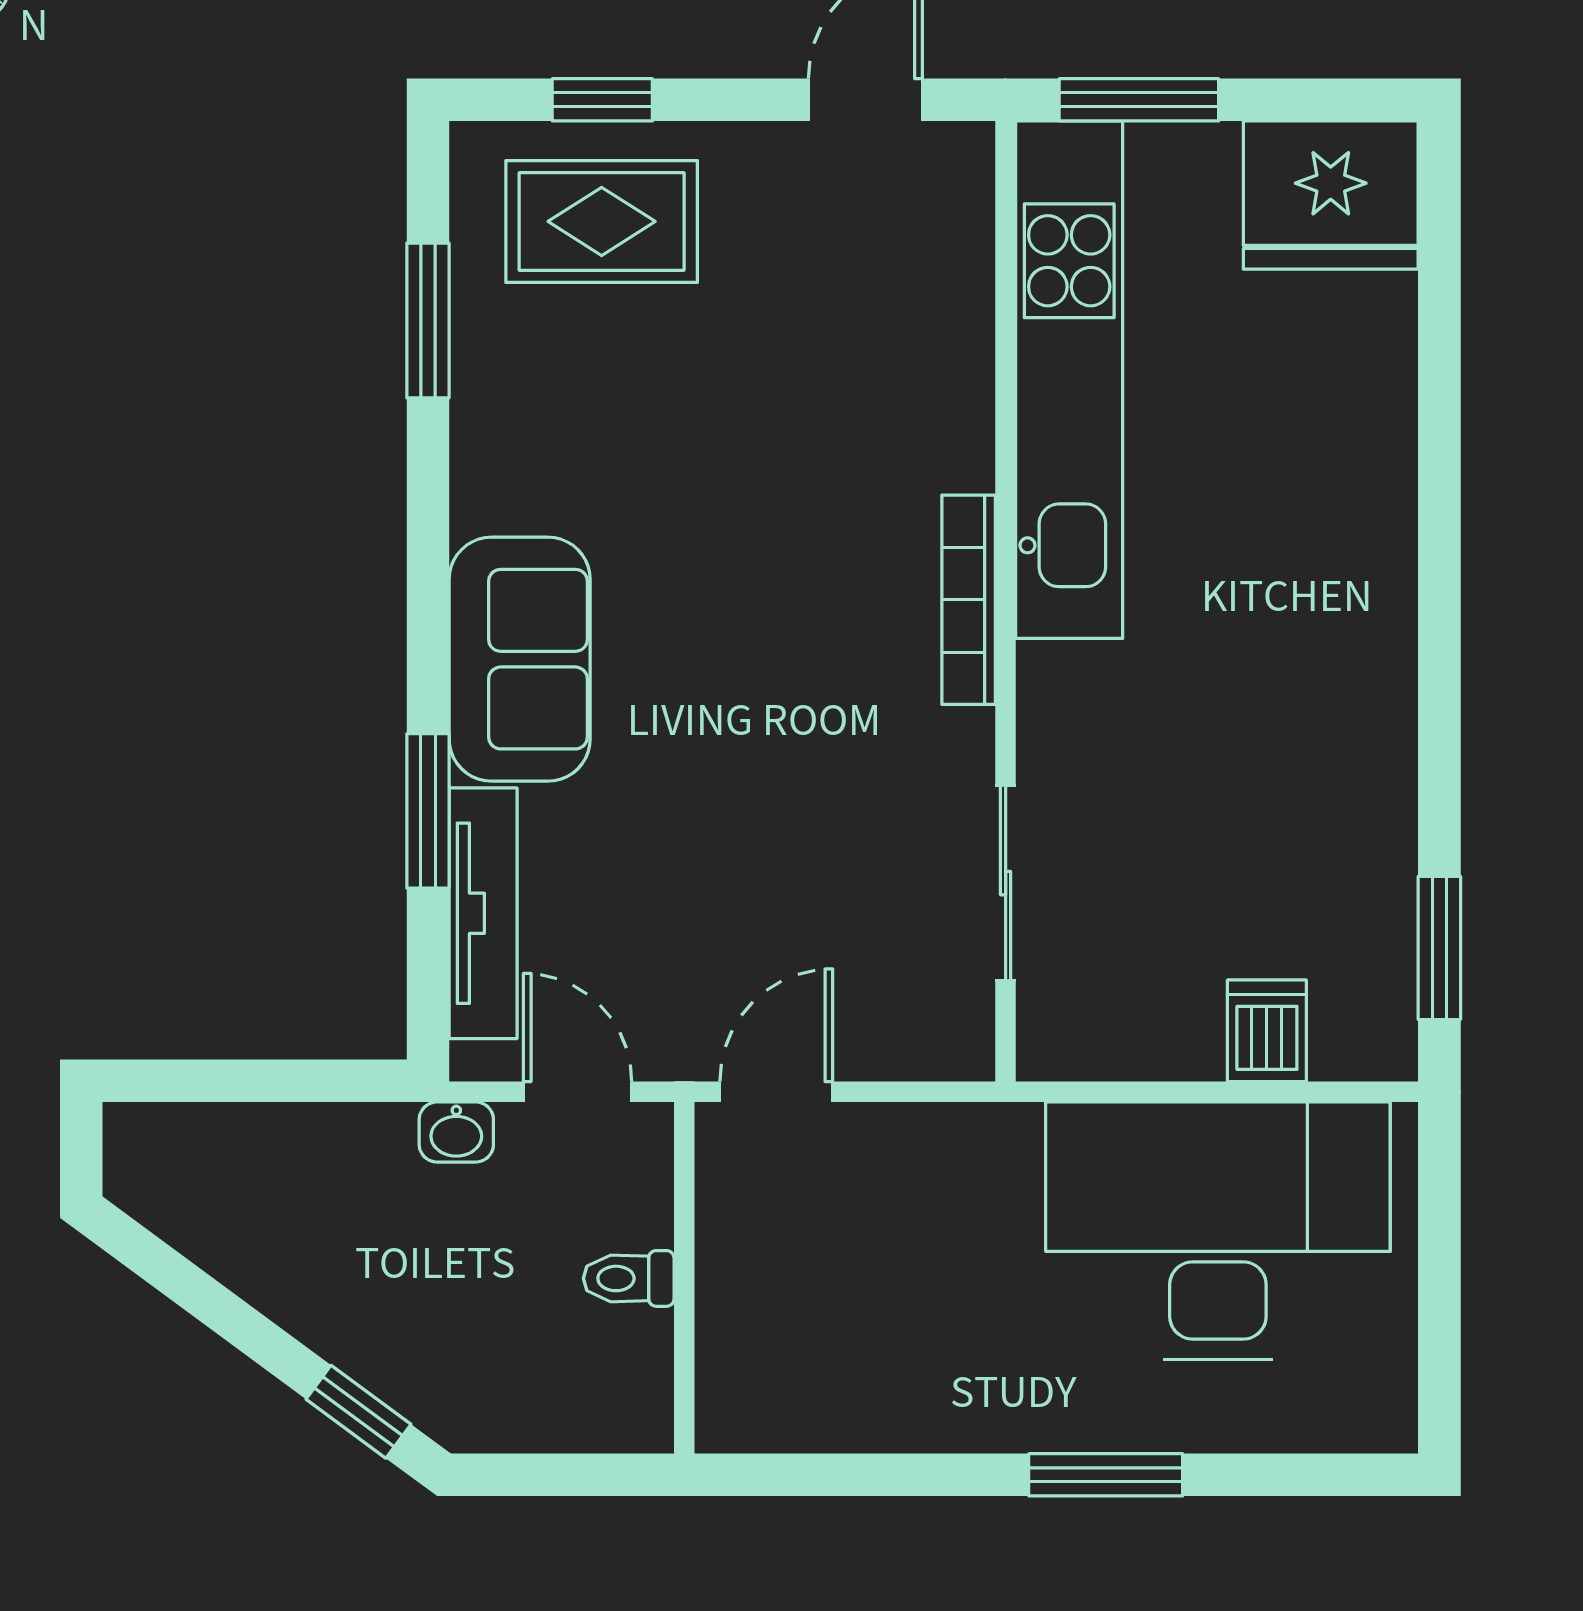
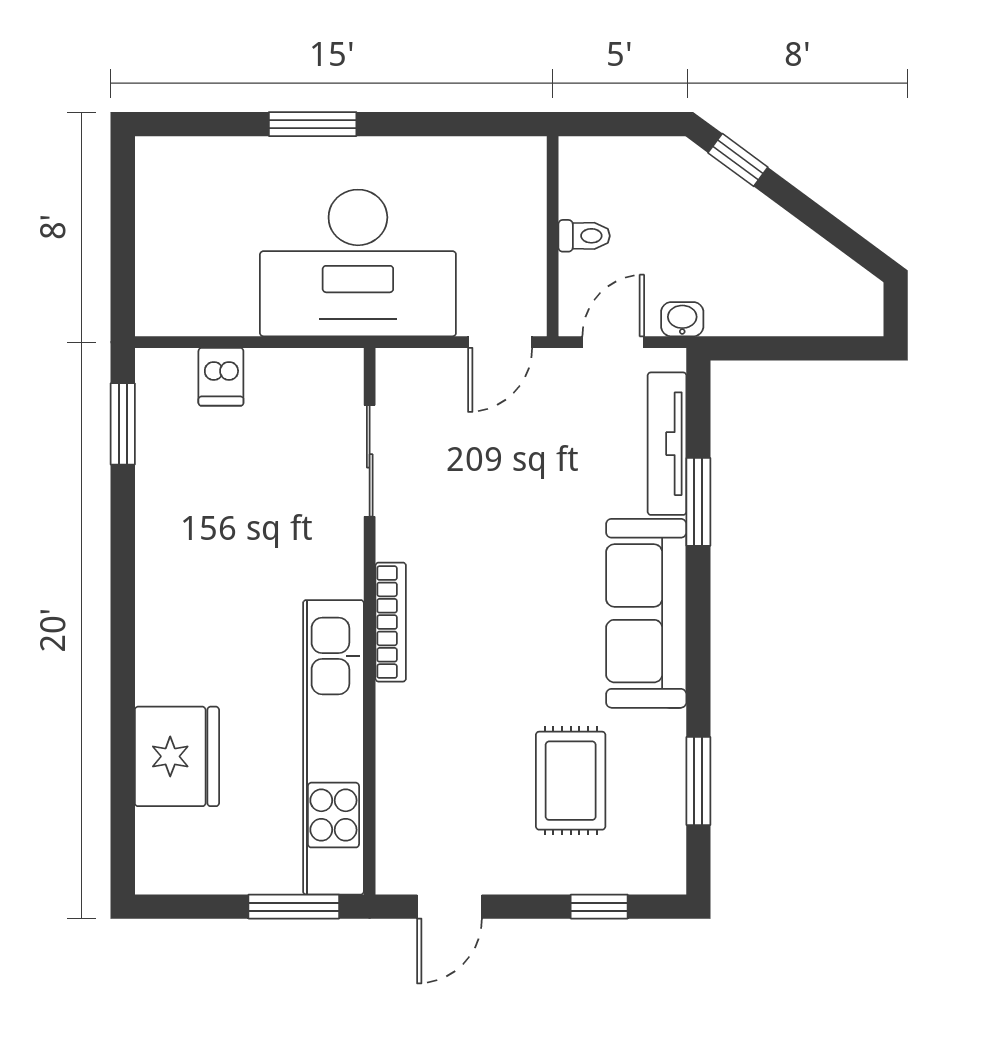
fridge: (1331, 195) -> (177, 756), moved, turned 90
rug: (602, 221) -> (571, 781), moved, turned 90
sofa: (520, 659) -> (646, 613), width x1.36
door: (578, 1092) -> (613, 342), swing flipped
desk: (1218, 1231) -> (358, 263), moved

